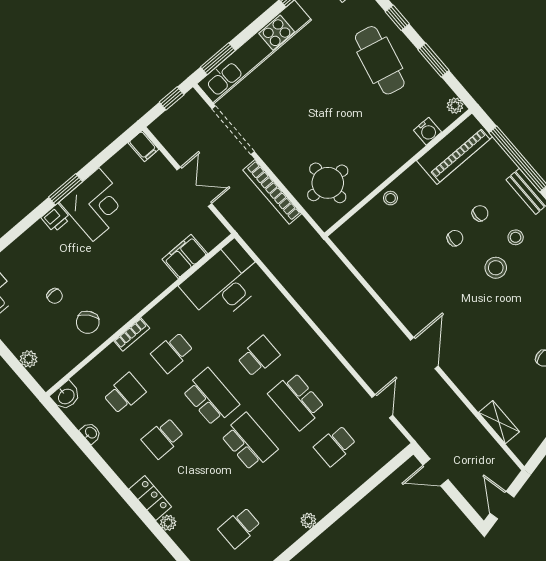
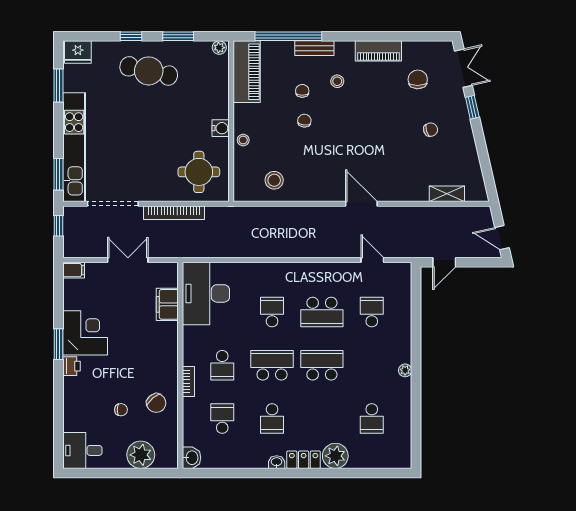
water cooler: (428, 131) -> (221, 128), moved
stool: (496, 268) -> (274, 180), moved
plant: (29, 359) -> (141, 455), width x1.87, depth x1.87
washbasin: (91, 433) -> (277, 462), moved
school desk: (335, 446) -> (372, 312), turned 180
plant: (168, 523) -> (335, 456), width x1.88, depth x1.88

